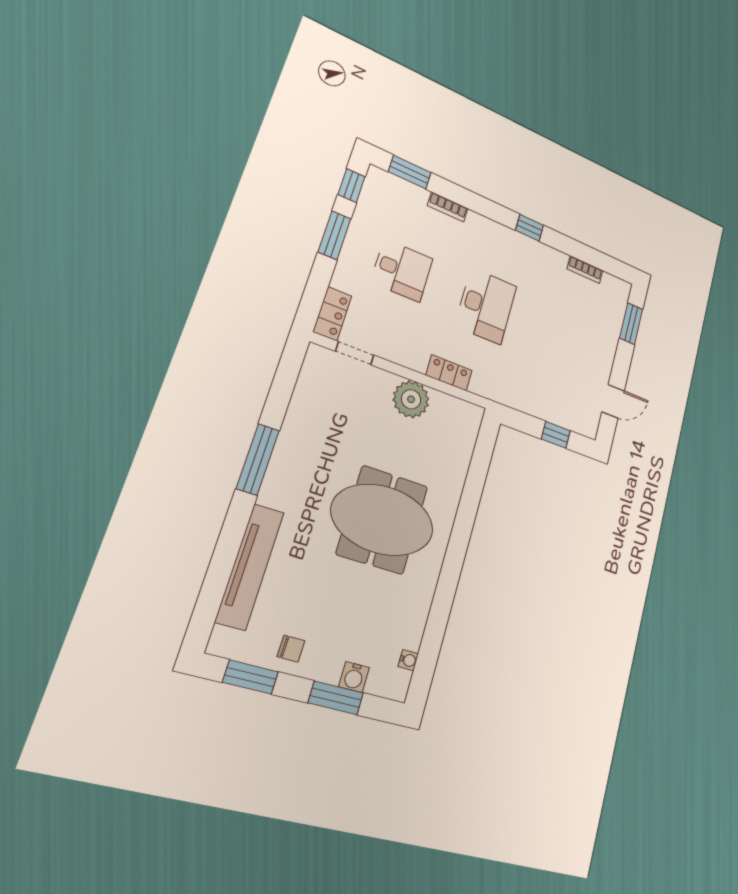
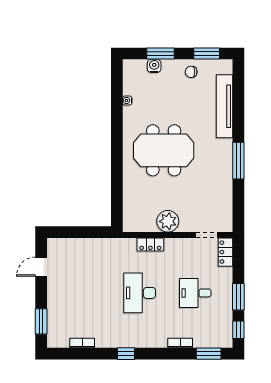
window: (556, 435) -> (74, 232), removed
water cooler: (408, 660) -> (127, 100), moved

